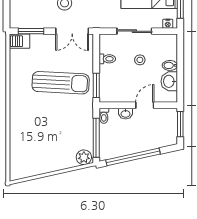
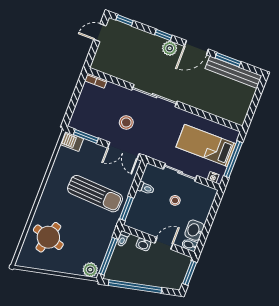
bidet: (170, 65) -> (189, 245), moved
round table: (32, 141) -> (48, 237), added

